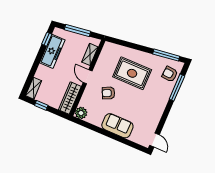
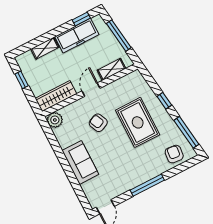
window: (137, 47) -> (164, 101), added
shelving: (34, 88) -> (45, 48), moved
window: (177, 88) -> (147, 185), moved

